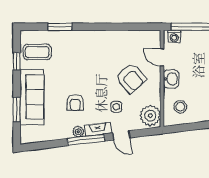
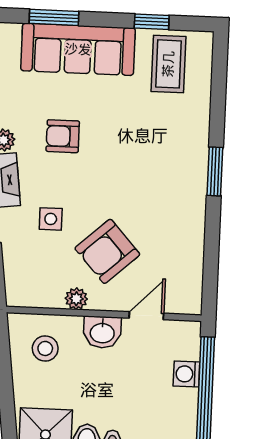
window: (60, 27) -> (215, 171), moved
washing machine: (174, 36) -> (186, 374), moved
plant: (150, 116) -> (76, 299), moved, width x0.53, depth x0.53

